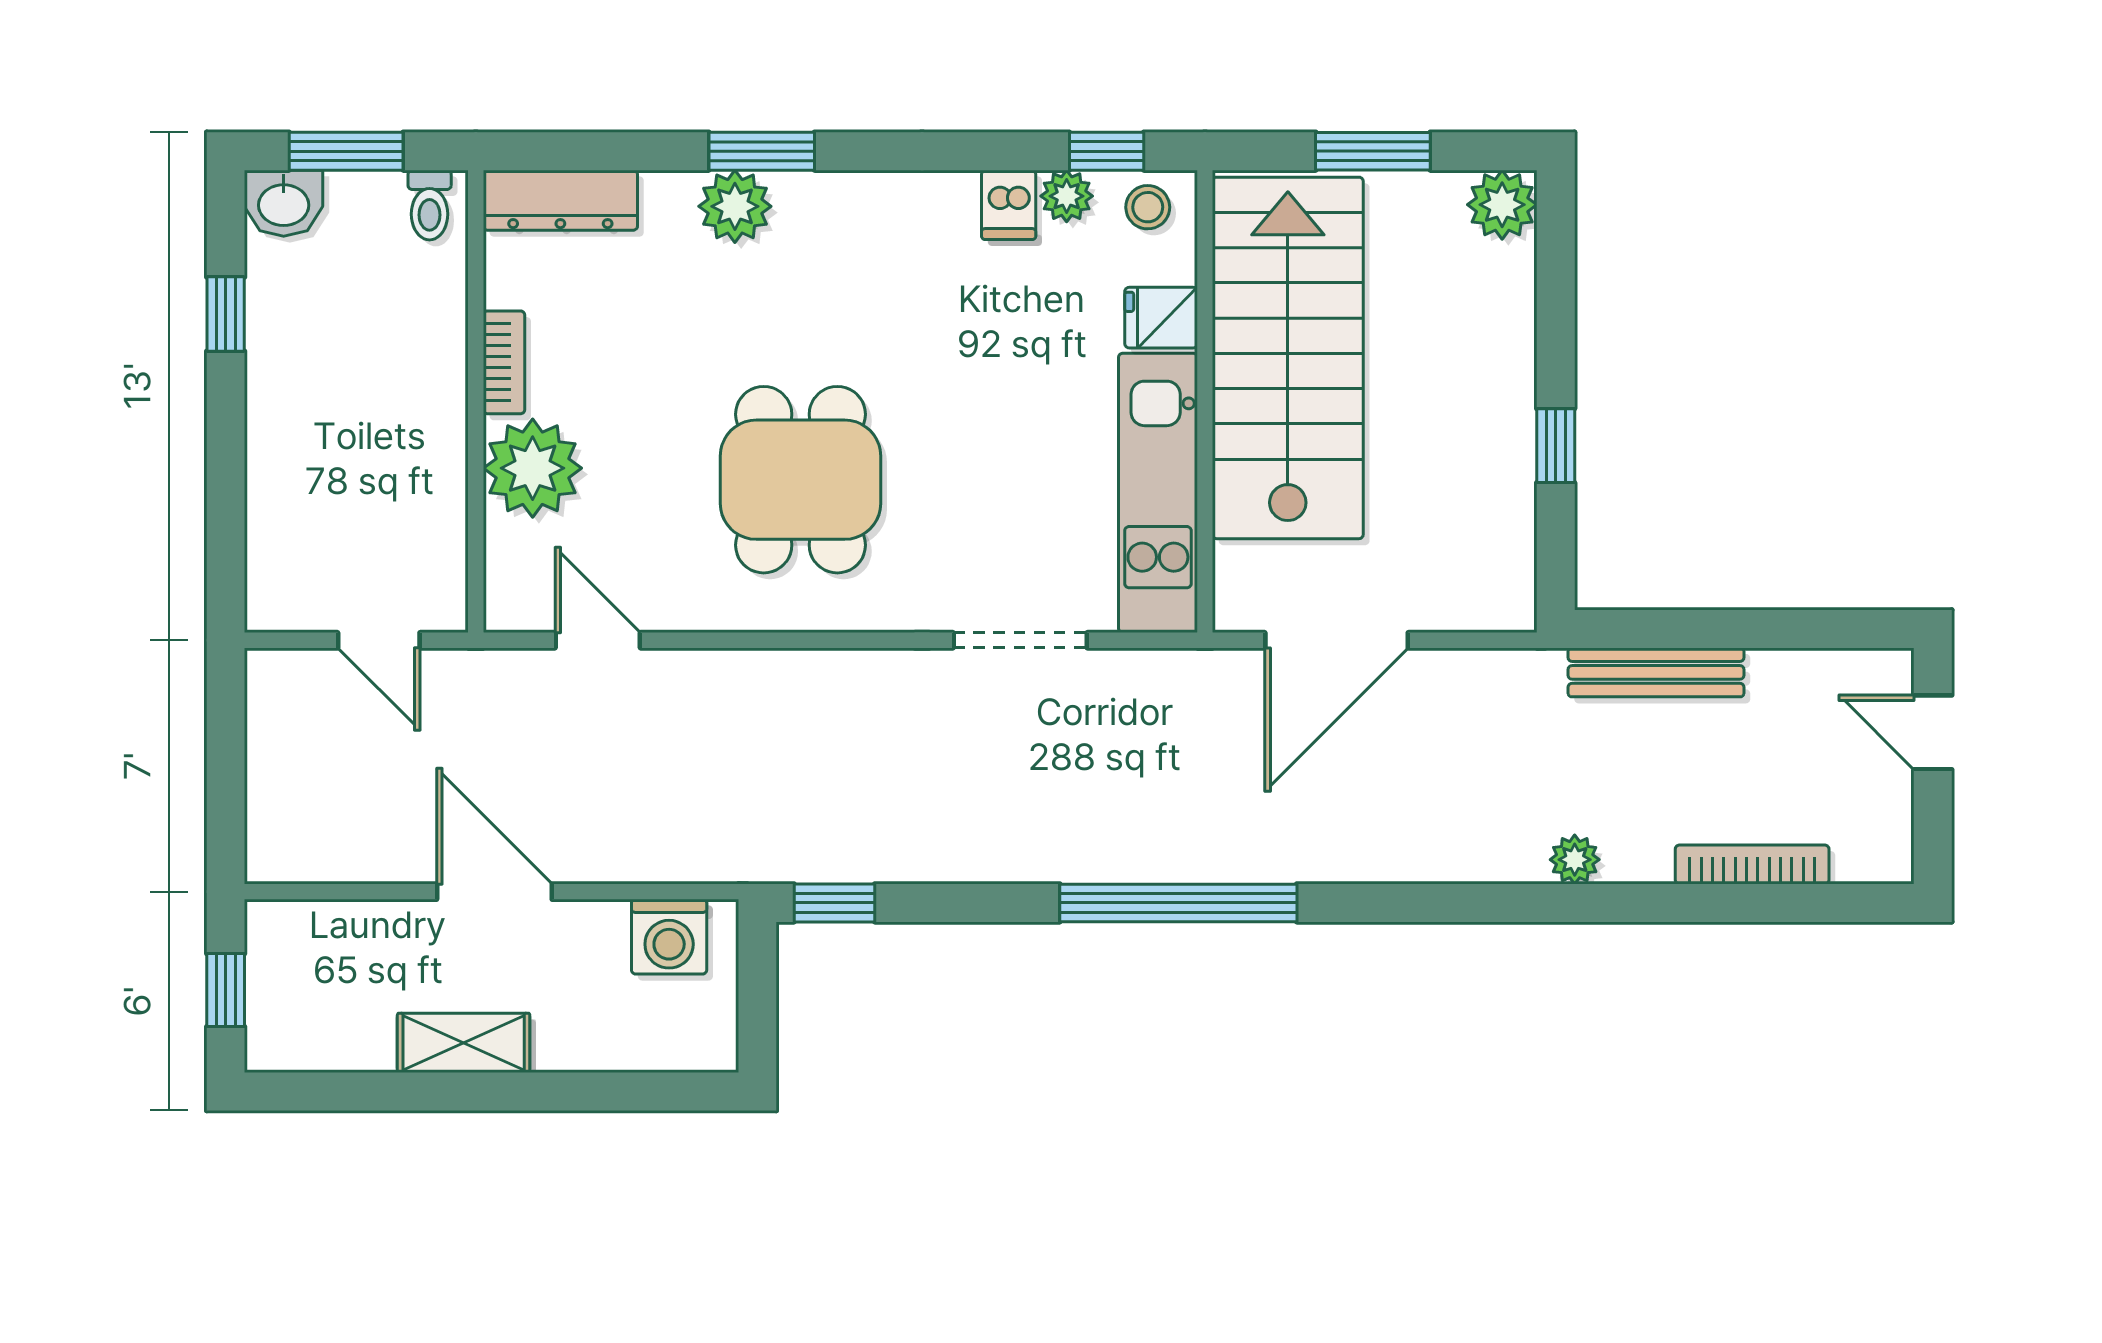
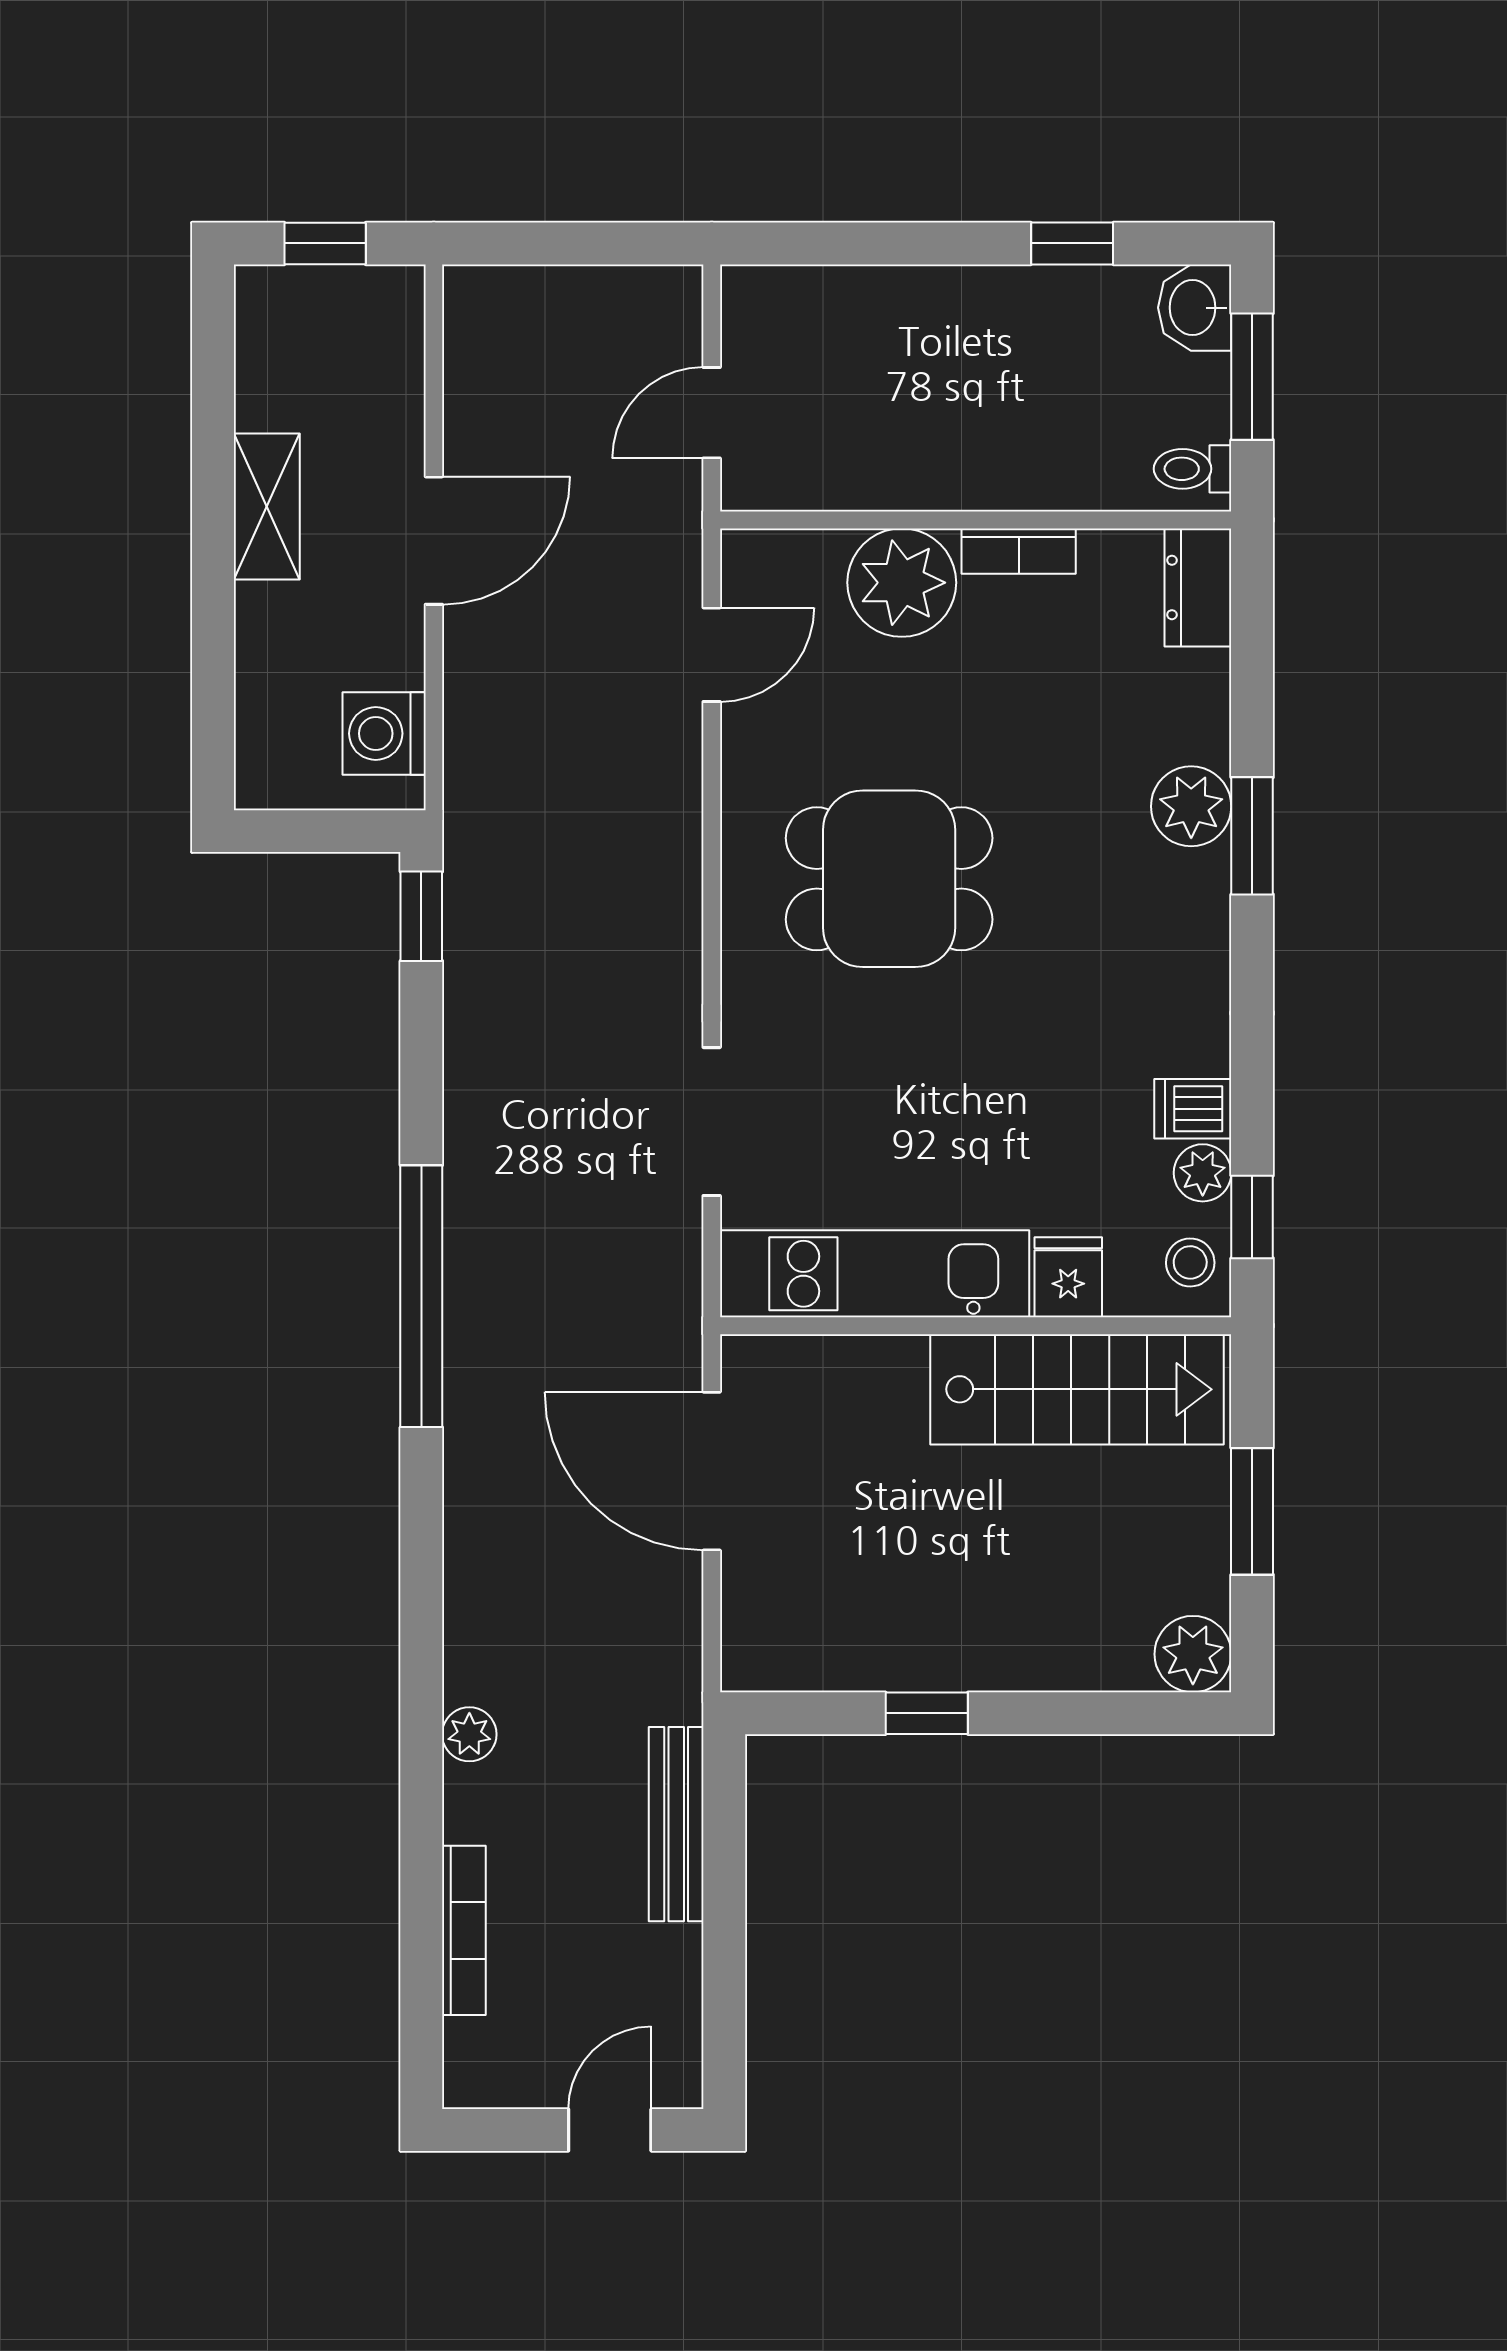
dresser: (560, 200) -> (1198, 587), width x0.70
stairs: (1288, 358) -> (1077, 1389), width x0.73, depth x0.66

